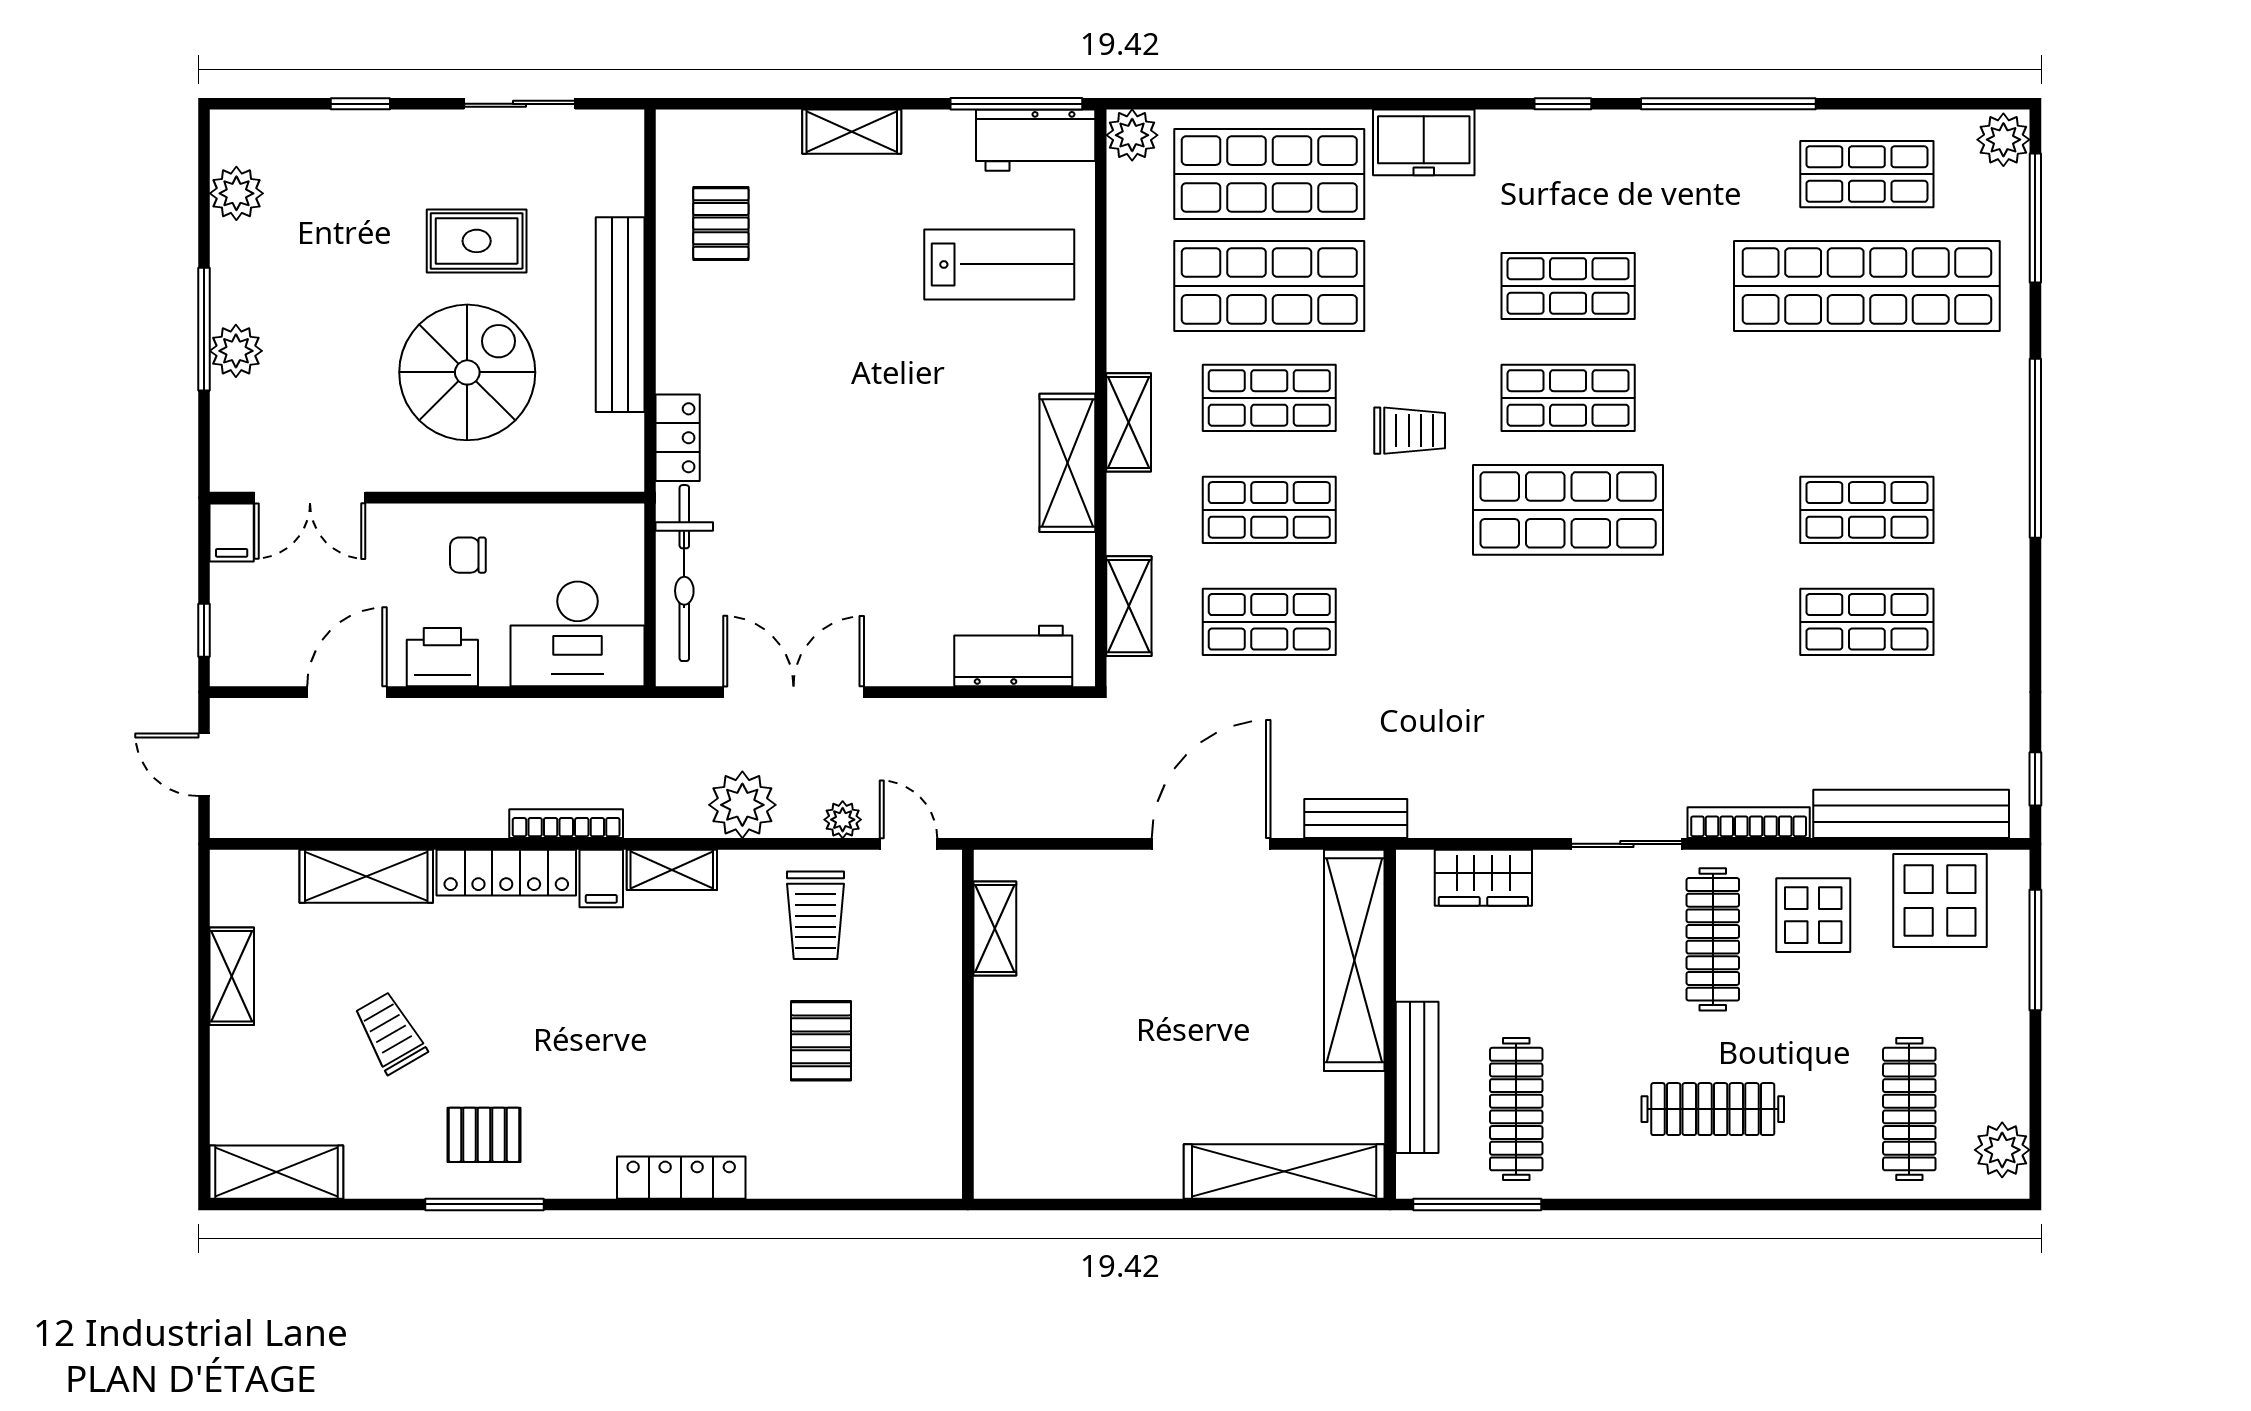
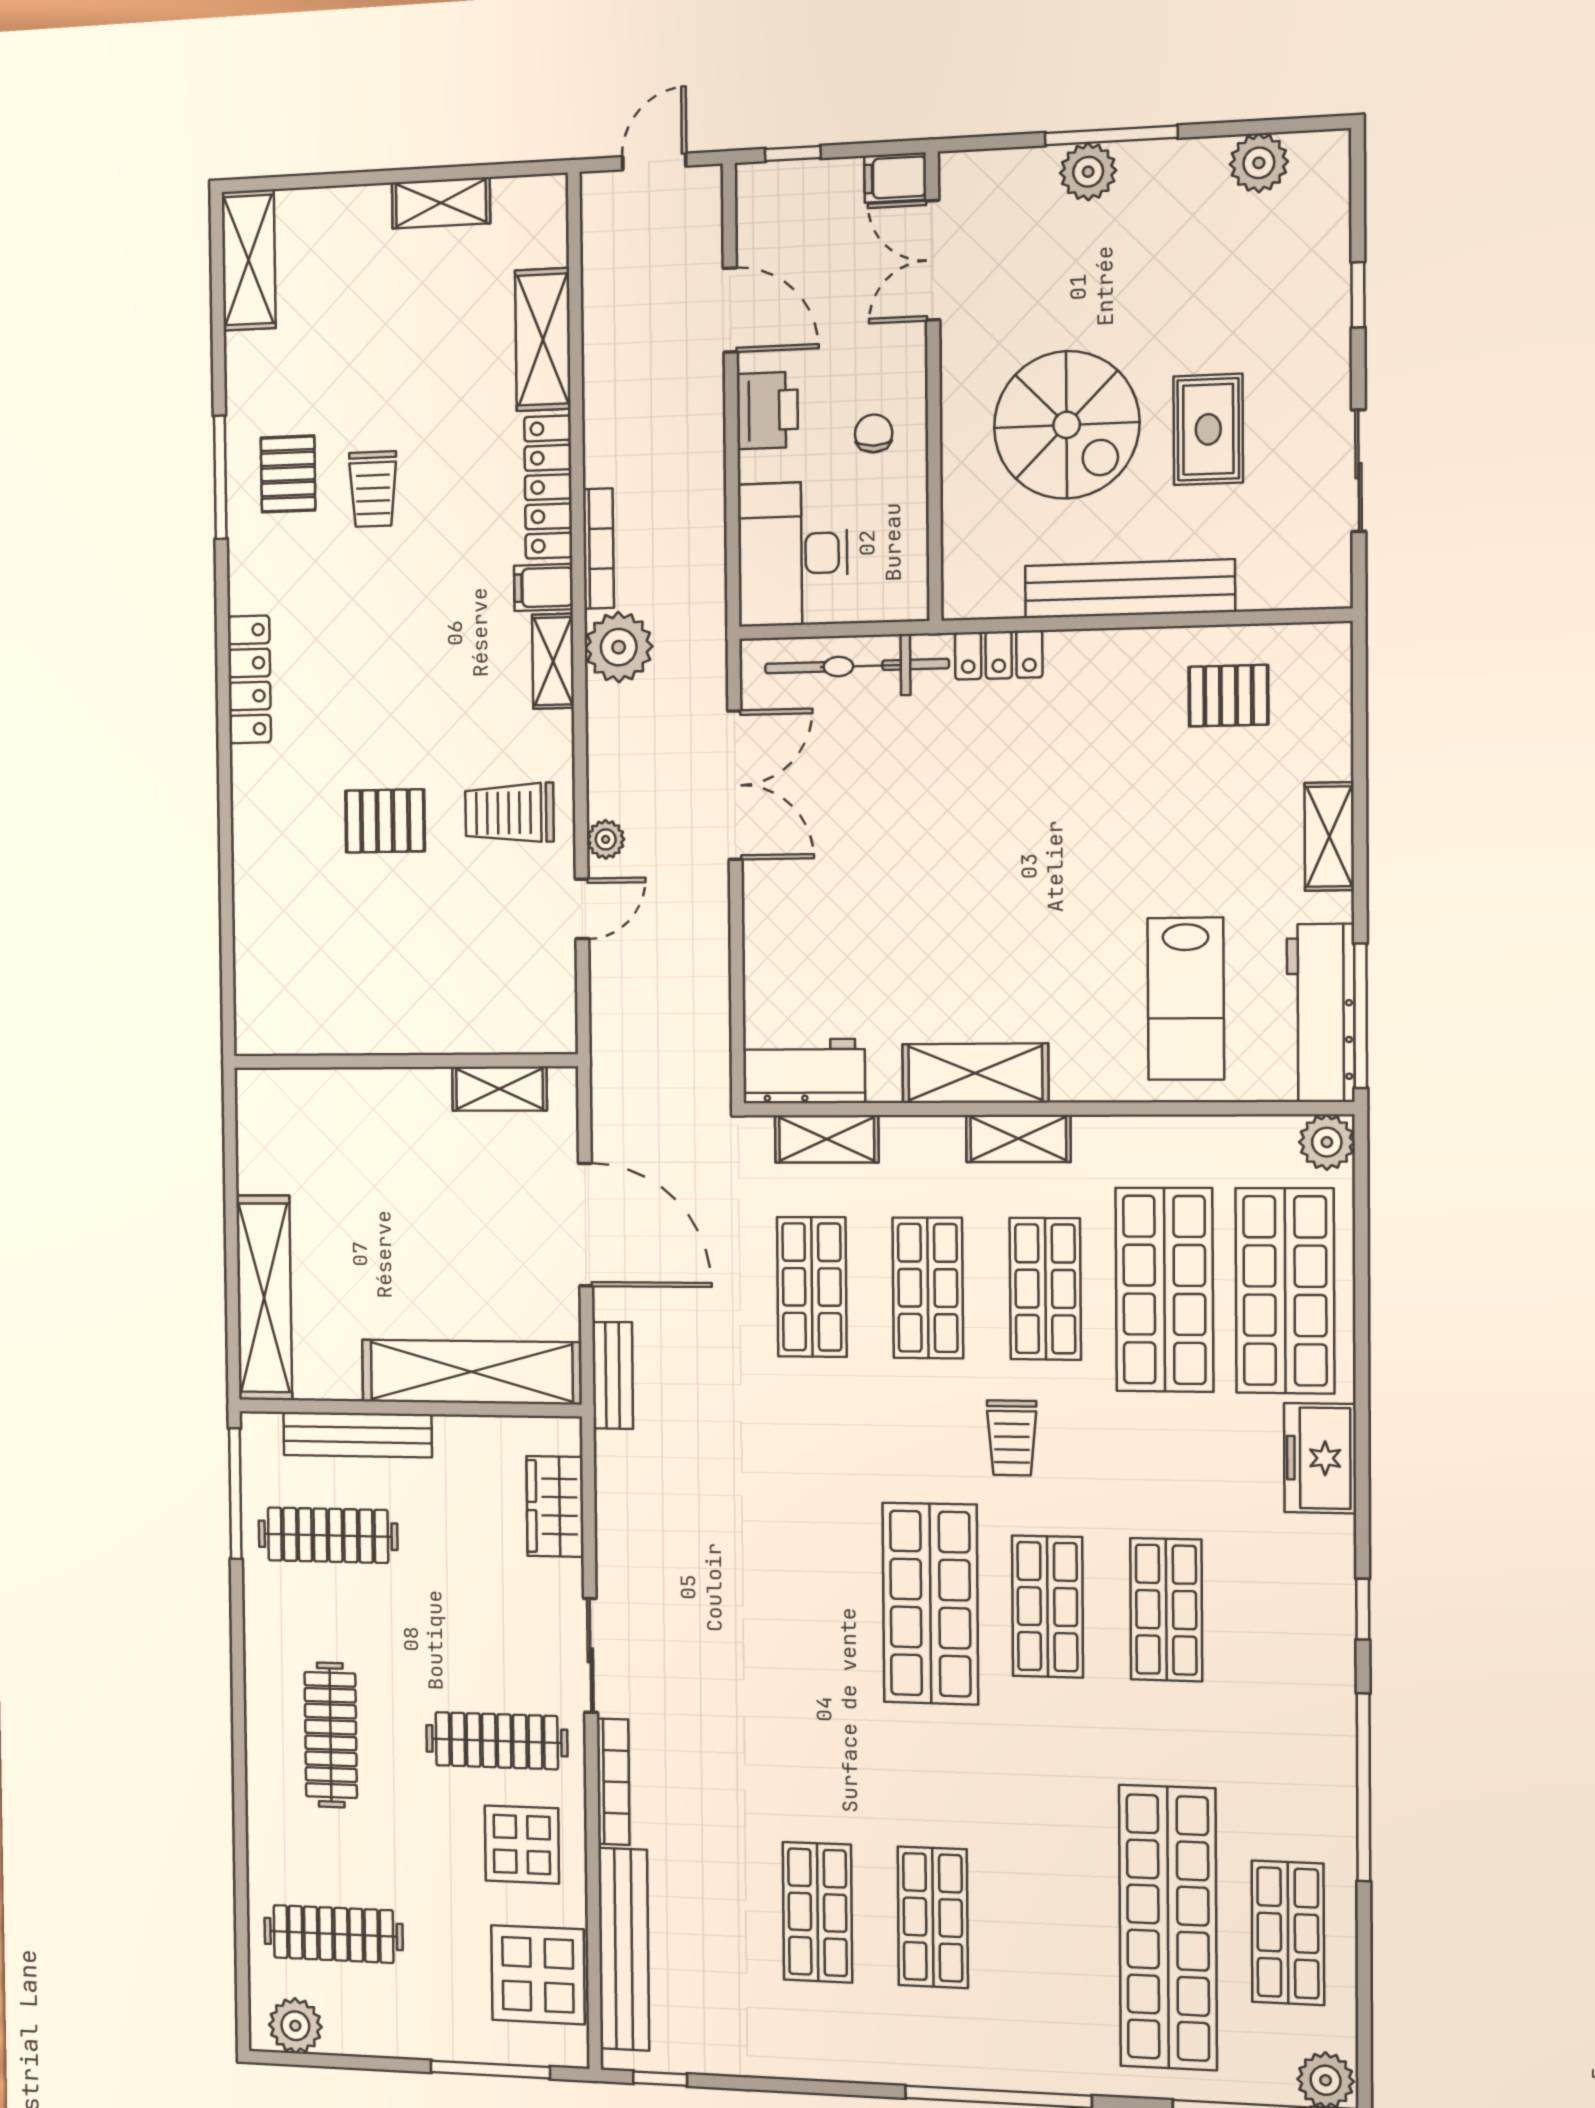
workbench: (1036, 140) -> (1321, 1013), width x1.38
workbench: (1013, 656) -> (804, 1071), moved, turned -90
plant: (742, 805) -> (619, 647), moved
shelving: (995, 929) -> (499, 1089), moved
wall: (968, 1024) -> (404, 1061), moved
trolley: (390, 1033) -> (373, 489), moved, turned 120

